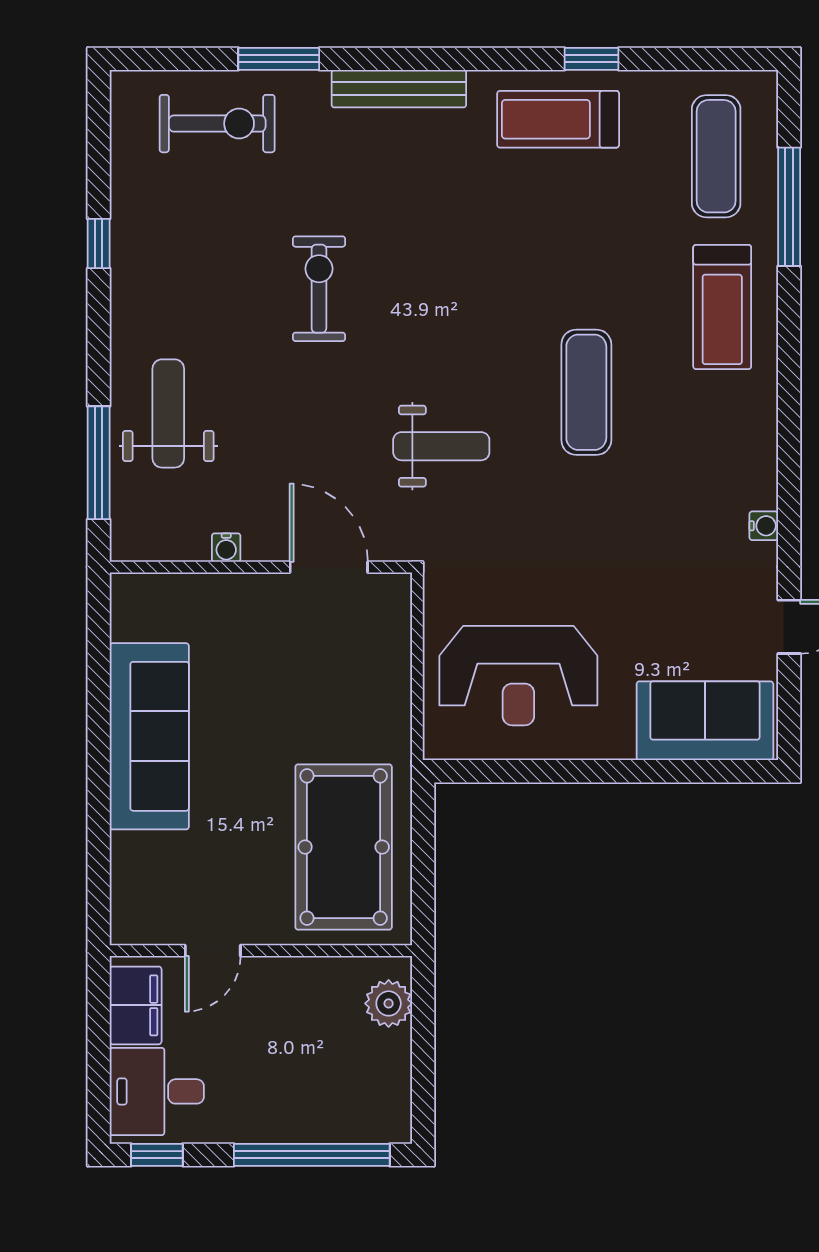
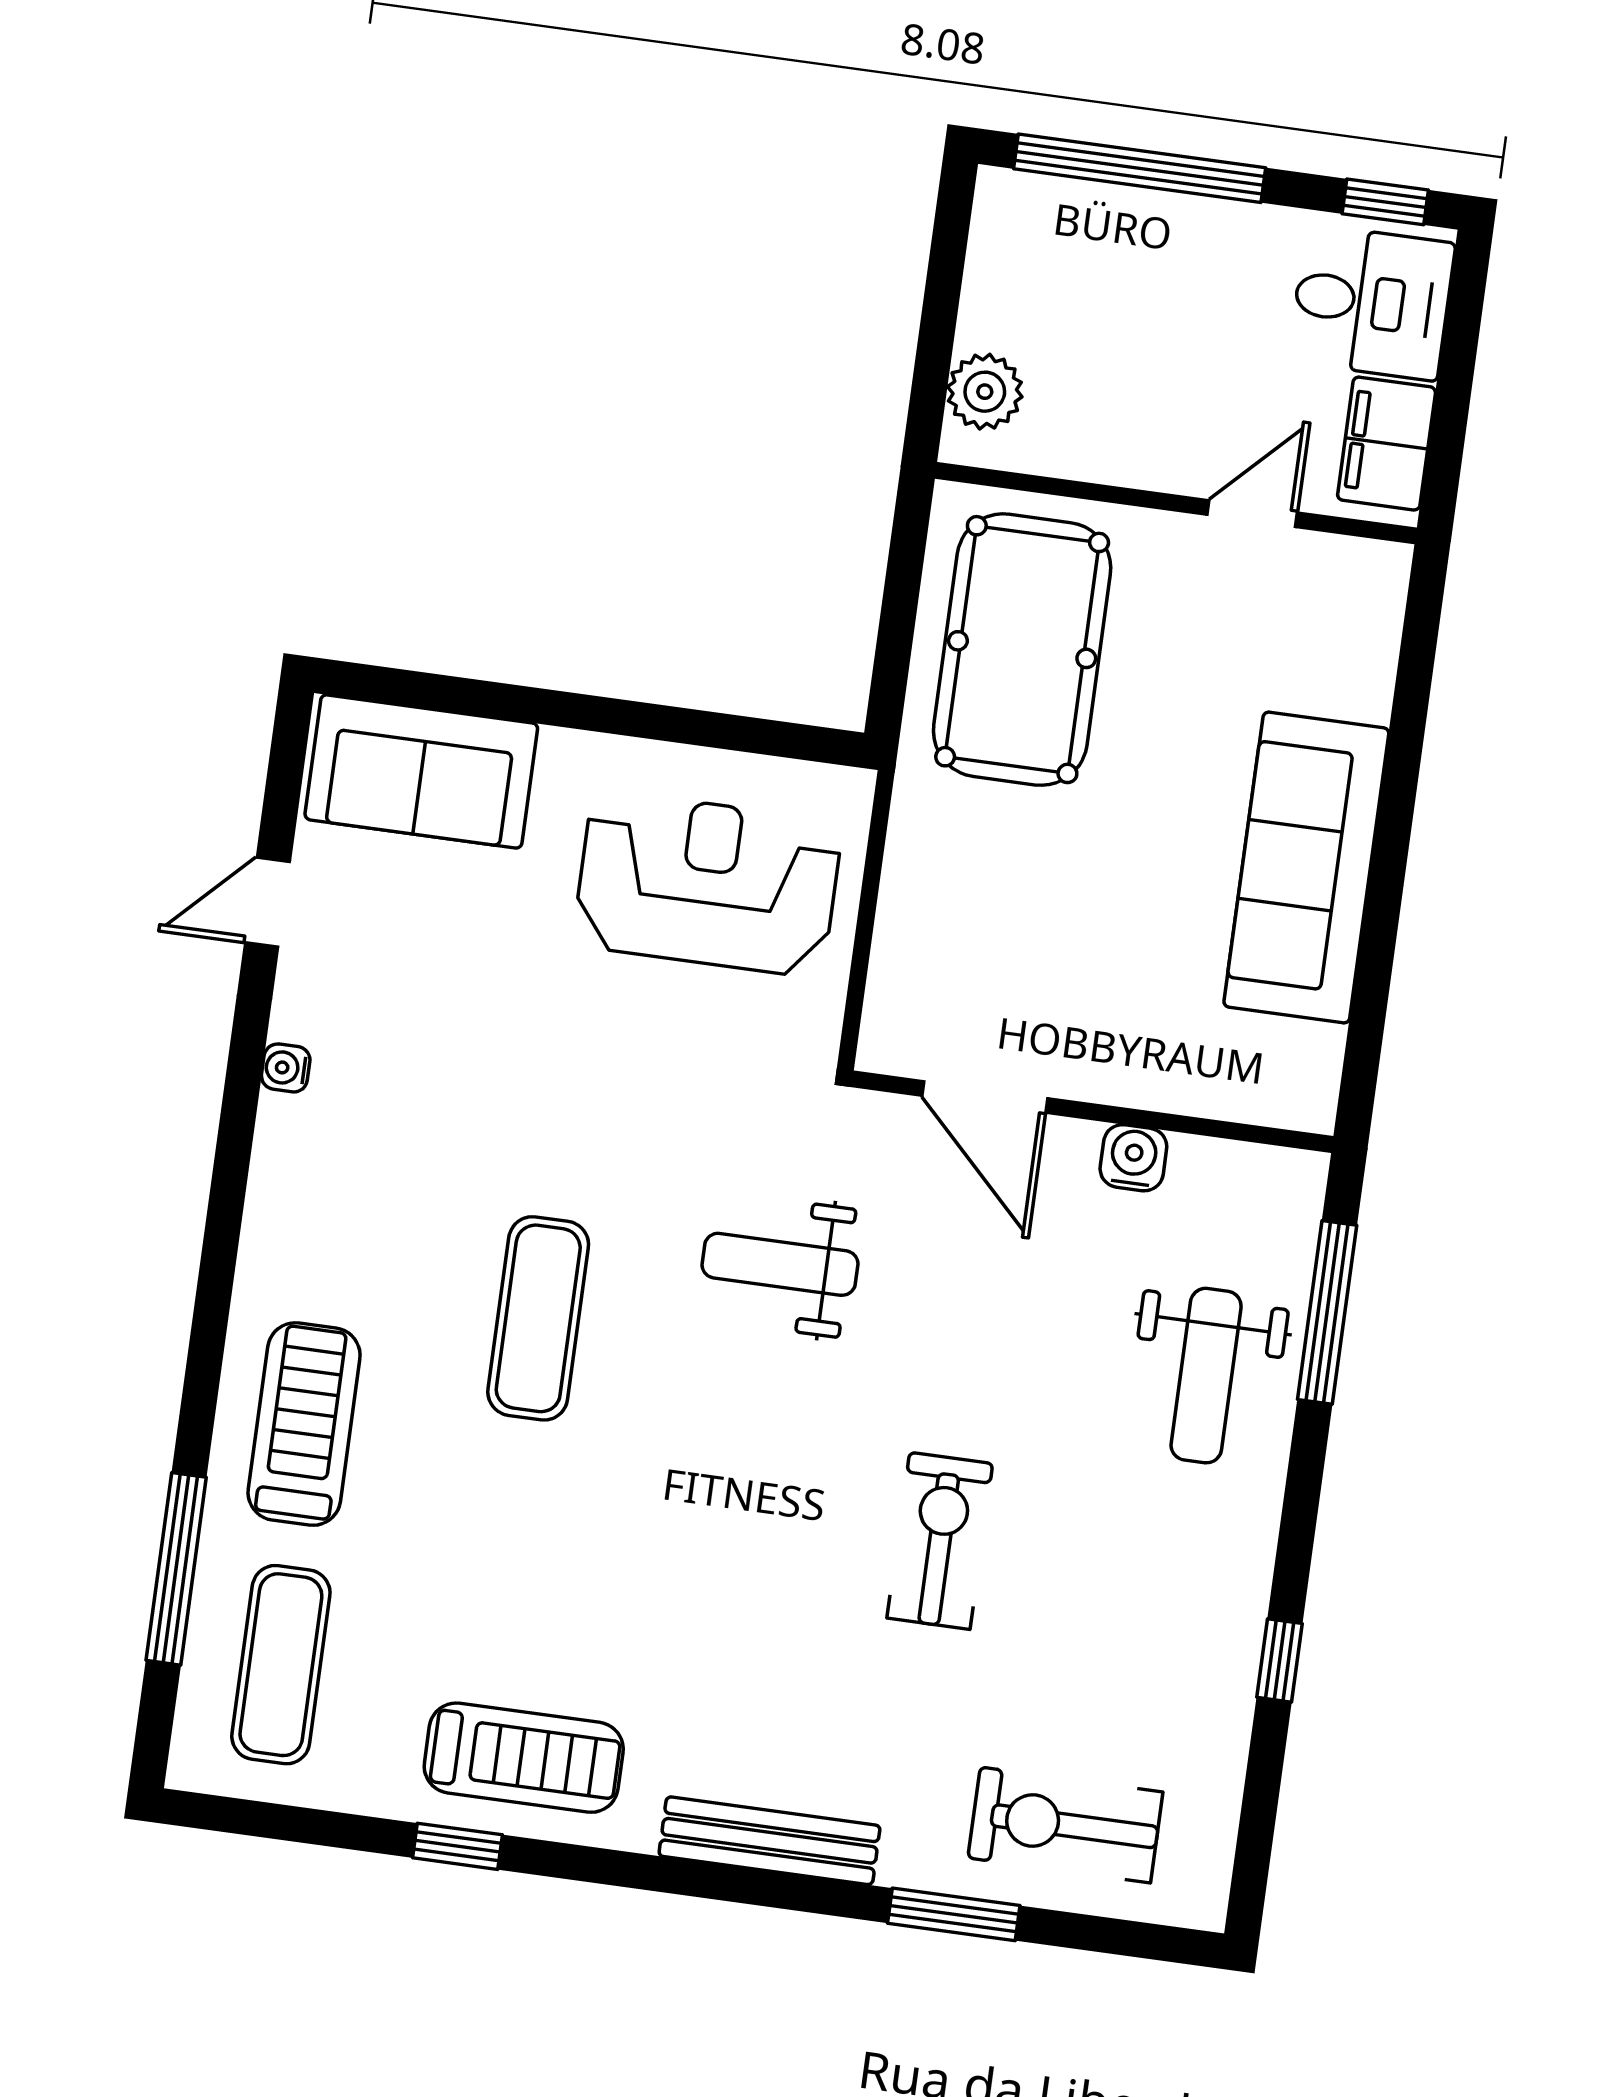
exercise bike: (319, 289) -> (940, 1541), turned 180
water cooler: (226, 548) -> (1133, 1158), width x1.38, depth x1.38

